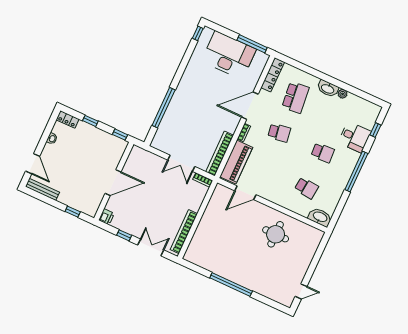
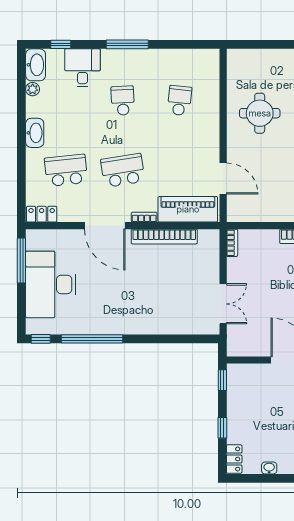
locker: (273, 75) -> (42, 214), width x0.66
plant: (343, 94) -> (33, 89), moved
window: (164, 108) -> (92, 339), moved
school desk: (279, 133) -> (123, 170), width x1.85
bookcase: (220, 154) -> (164, 237), moved
double door: (181, 163) -> (223, 304), moved
window: (356, 172) -> (127, 44), width x0.68
washbasin: (320, 217) -> (36, 65), moved, turned 180

